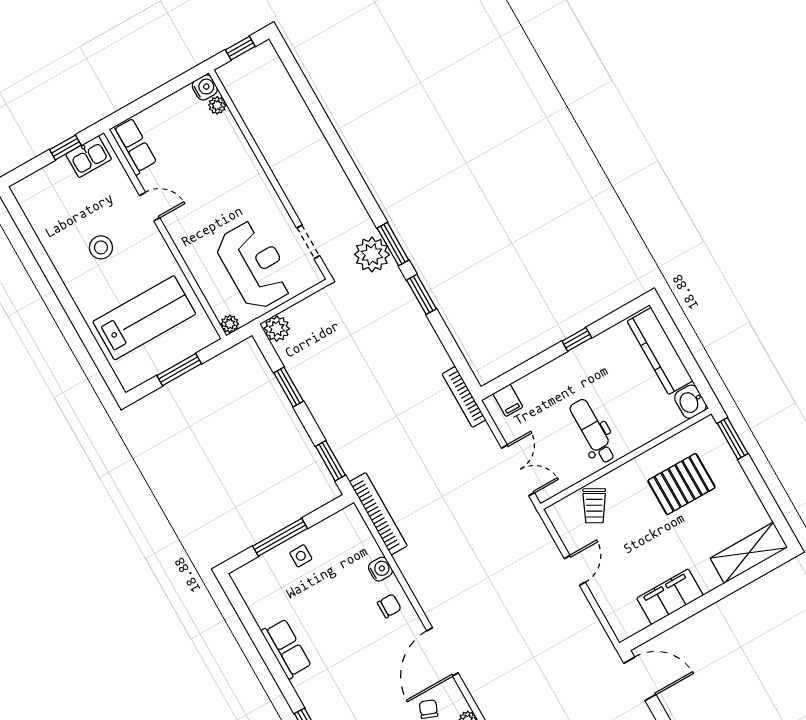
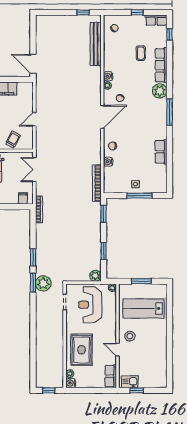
rug: (221, 166) -> (82, 350), added
stool: (101, 247) -> (130, 336), moved

